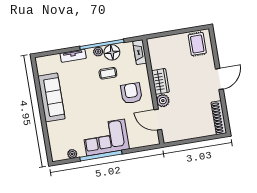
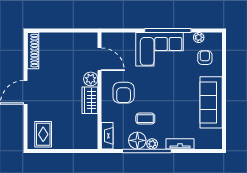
armchair: (64, 137) -> (205, 58), added

